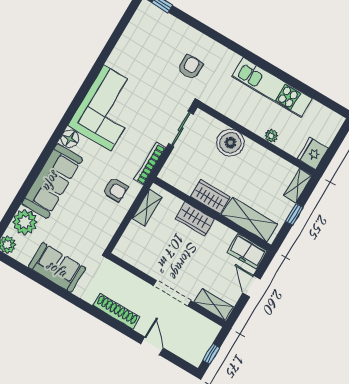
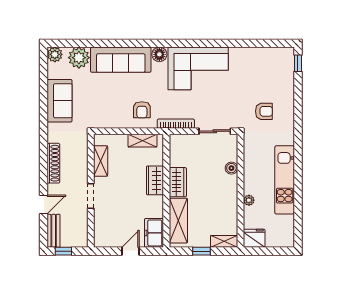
boiler: (230, 143) -> (231, 168), width x0.54, depth x0.54
doorway: (172, 293) -> (91, 196), width x0.73
shelving: (214, 304) -> (101, 161), moved
bench: (185, 352) -> (54, 231), added

